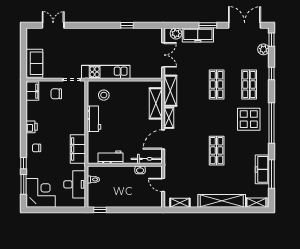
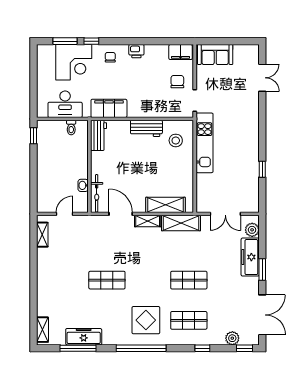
workbench: (111, 157) -> (99, 135), moved
corner desk: (41, 193) -> (74, 62), moved
shelving: (222, 201) -> (45, 287), removed

